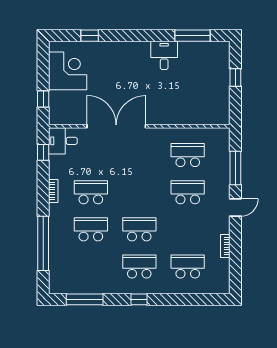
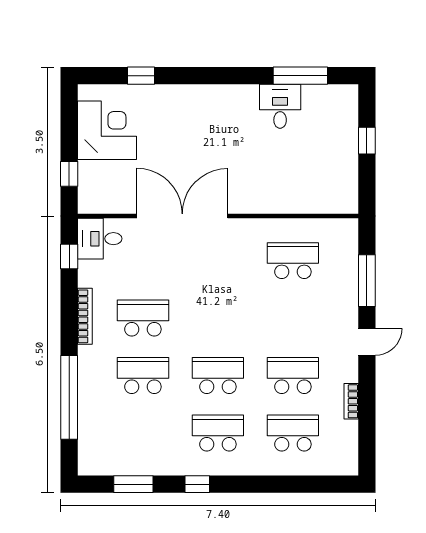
desk: (164, 55) -> (280, 106), moved
bookcase: (53, 191) -> (85, 316), width x1.56
school desk: (188, 192) -> (293, 376), moved
window: (85, 299) -> (133, 484), width x0.69
window: (139, 299) -> (197, 484), moved

